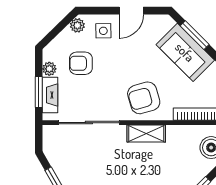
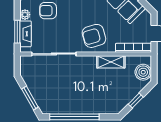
shelving: (146, 133) -> (111, 62), moved

